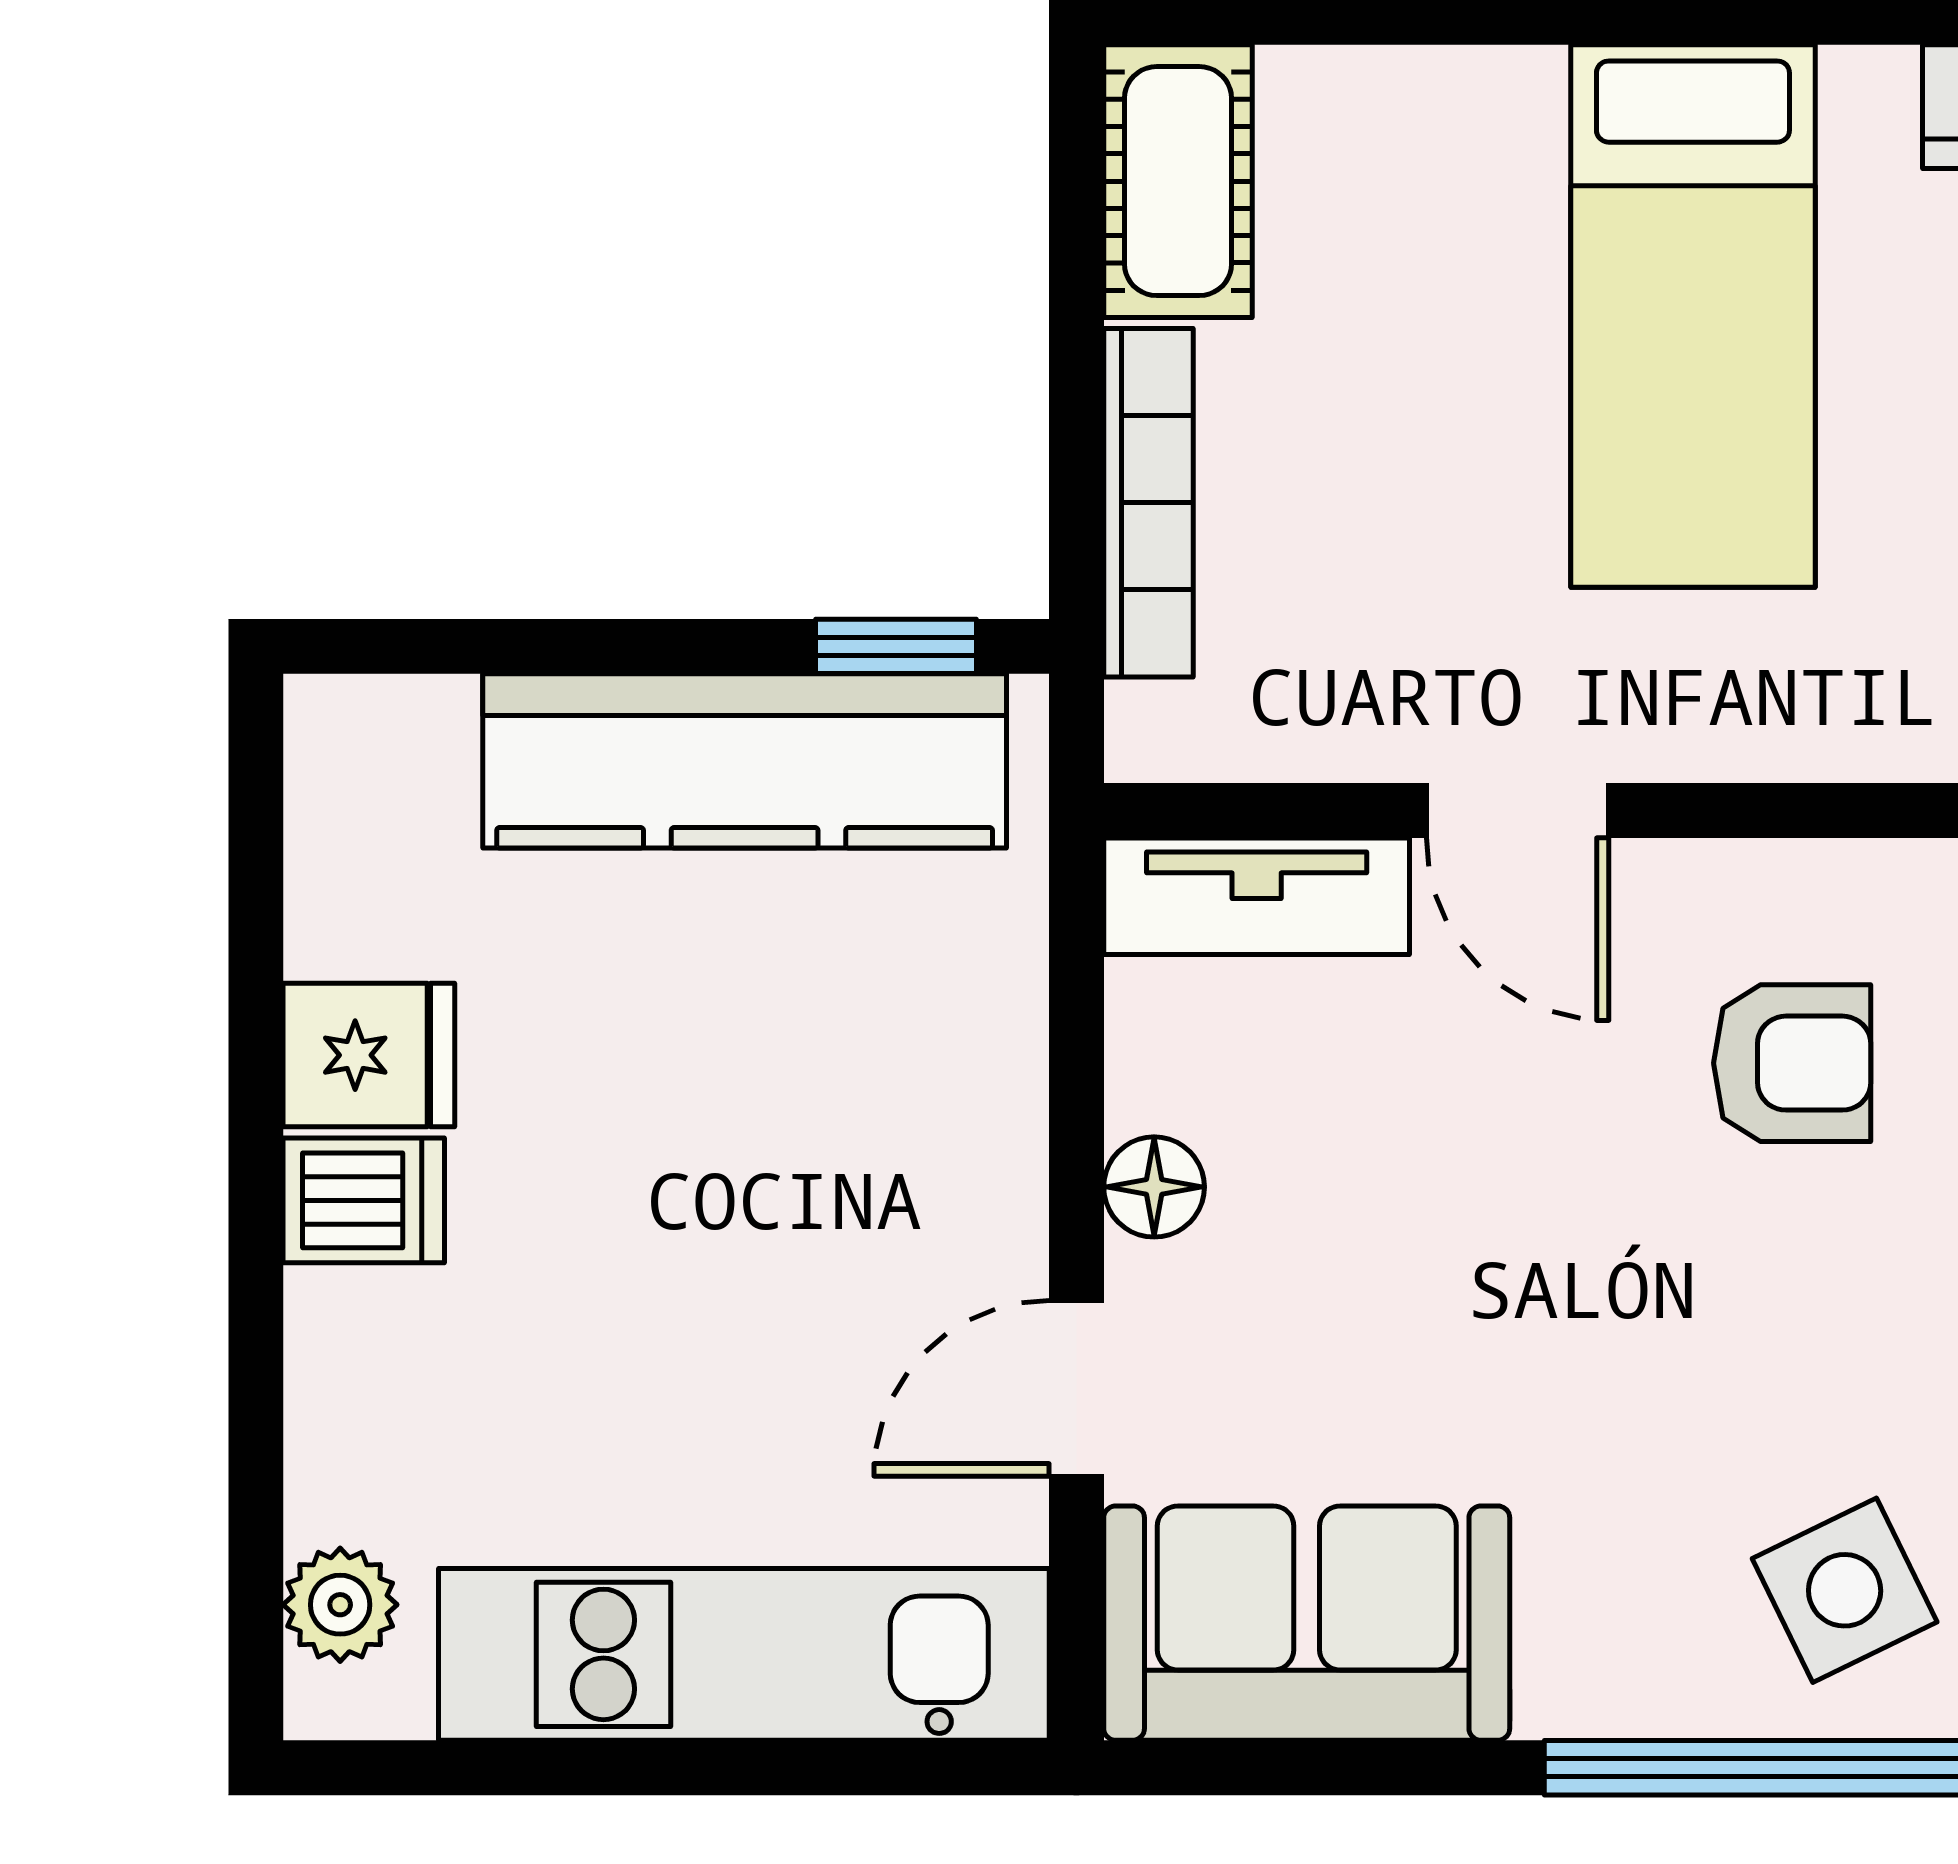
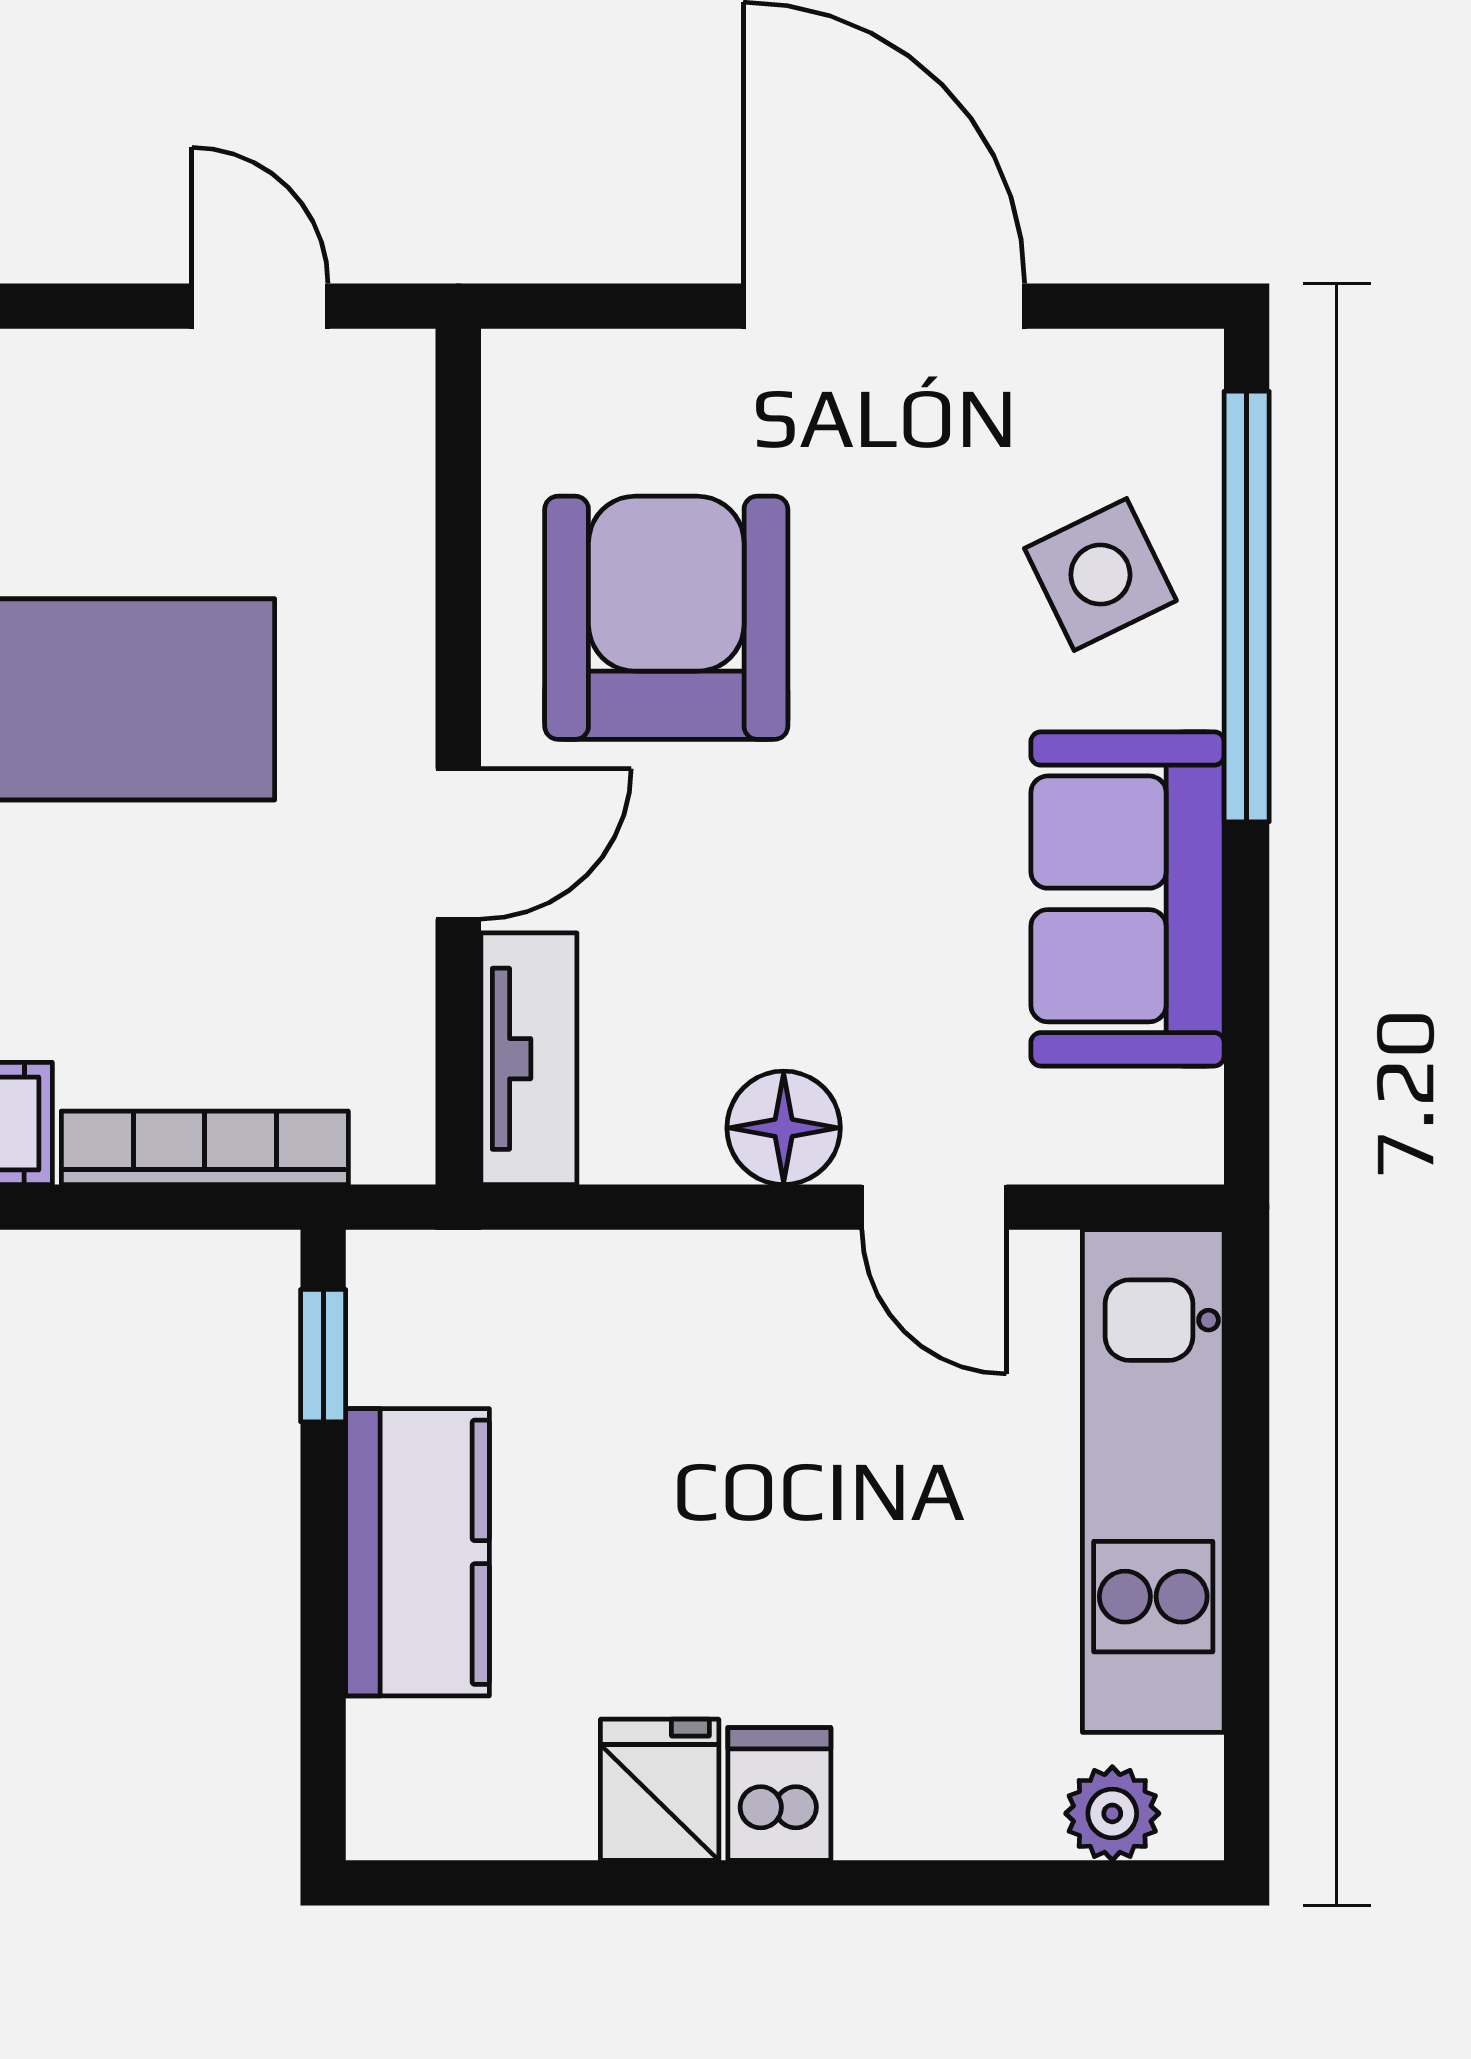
kitchen counter: (745, 761) -> (417, 1552), width x0.67
armchair: (1792, 1063) -> (666, 618), width x1.88, depth x1.88
floor lamp: (1154, 1187) -> (784, 1128), width x1.37, depth x1.37
sofa: (1307, 1623) -> (1127, 899), moved

